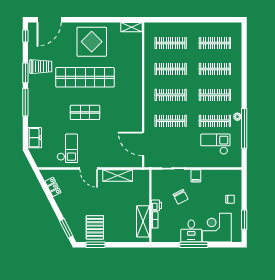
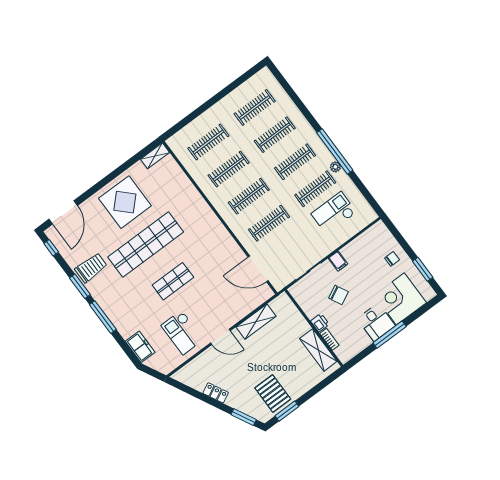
window: (244, 128) -> (335, 151), moved
checkout: (67, 148) -> (182, 332), turned 180
locker: (53, 187) -> (216, 393), moved

